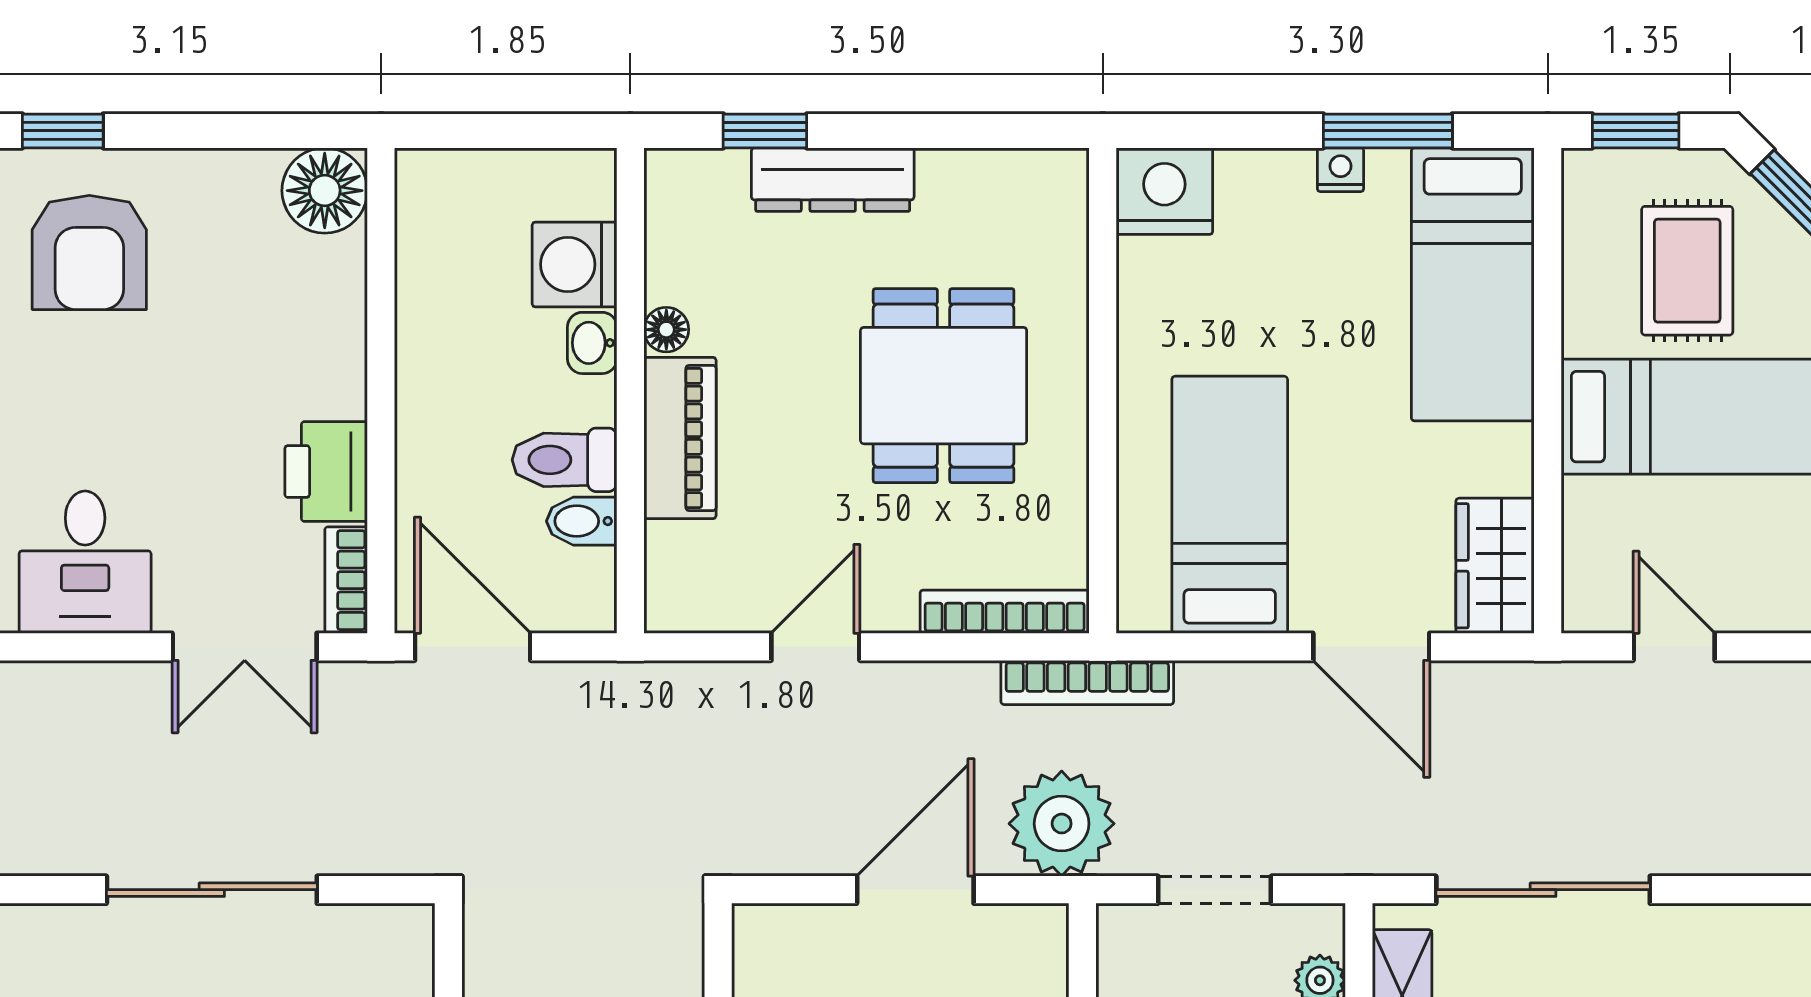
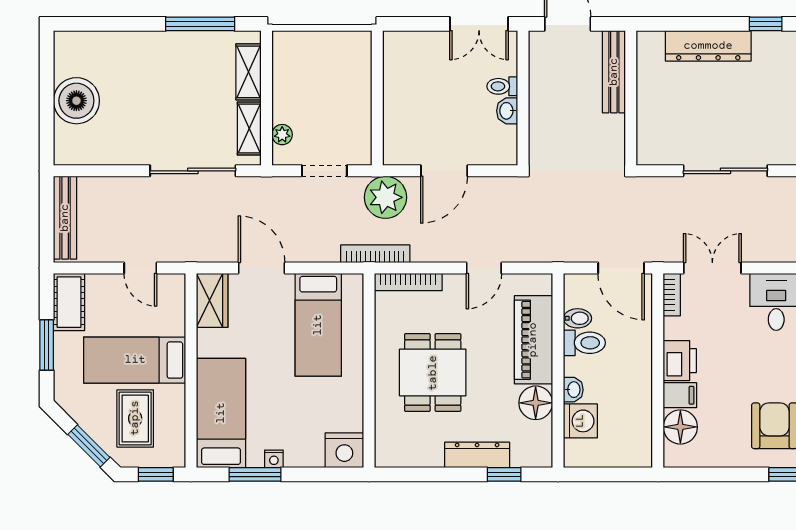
floor lamp: (325, 191) -> (680, 427), moved
filing cabinet: (326, 329) -> (680, 395), added
floor lamp: (666, 330) -> (536, 403), width x1.89, depth x1.89
piano: (680, 438) -> (533, 340), width x1.37, depth x1.33
printer: (326, 471) -> (680, 361), moved

